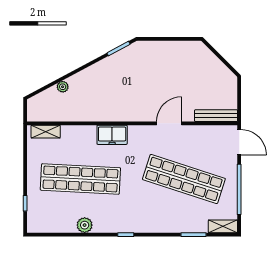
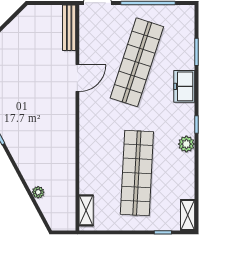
door: (169, 123) -> (77, 78), swing flipped
freezer: (112, 135) -> (184, 86), moved, turned 180
plant: (85, 225) -> (186, 144), moved
shelving: (223, 226) -> (188, 215), moved

